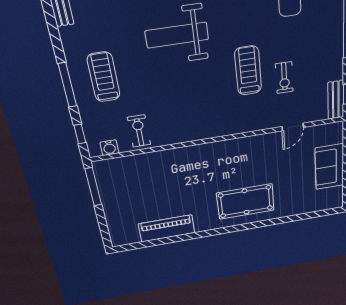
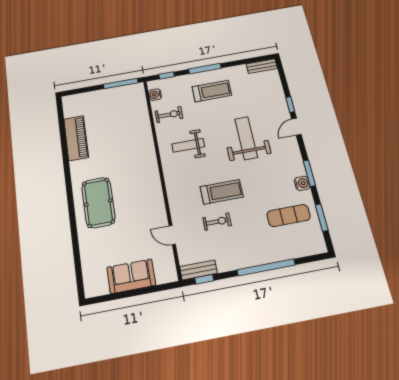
exercise bike: (284, 78) -> (217, 222), turned 180
weight bench: (183, 109) -> (188, 145), added

